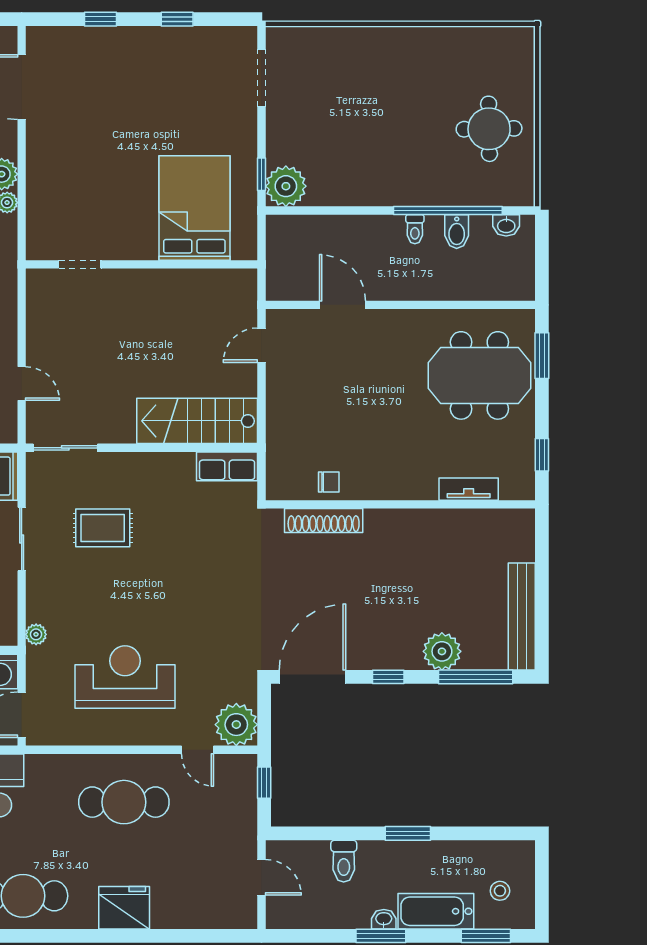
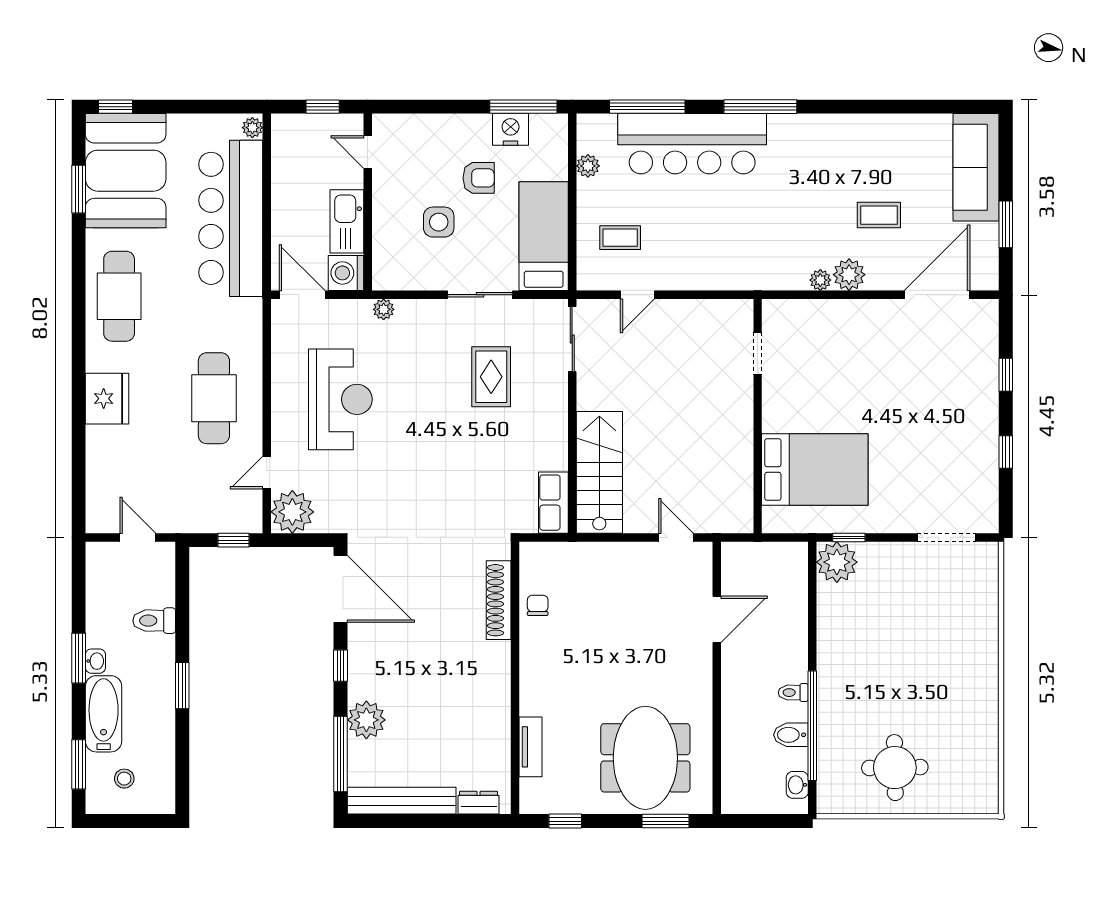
chair: (329, 482) -> (538, 605), turned 180
dresser: (524, 540) -> (479, 803), added
door: (262, 877) -> (138, 537), swing flipped

